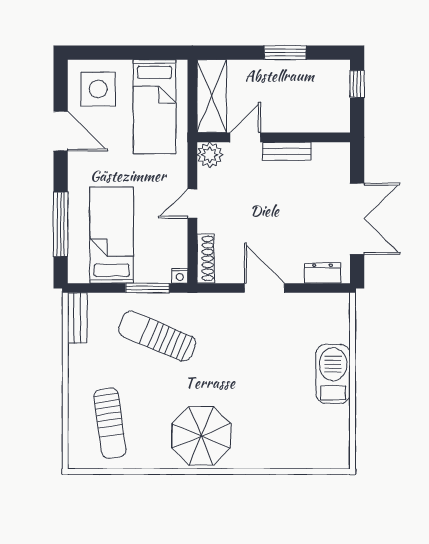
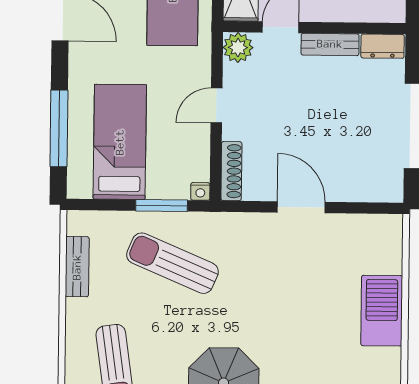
dresser: (323, 273) -> (383, 46), moved, turned 180
bench: (77, 318) -> (77, 267), moved

